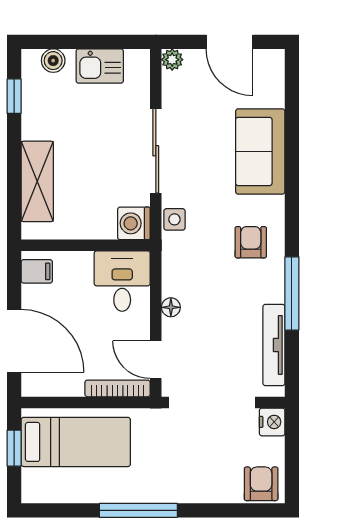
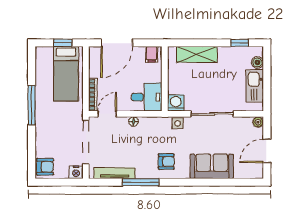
kitchen sink: (100, 66) -> (255, 86), width x1.38

